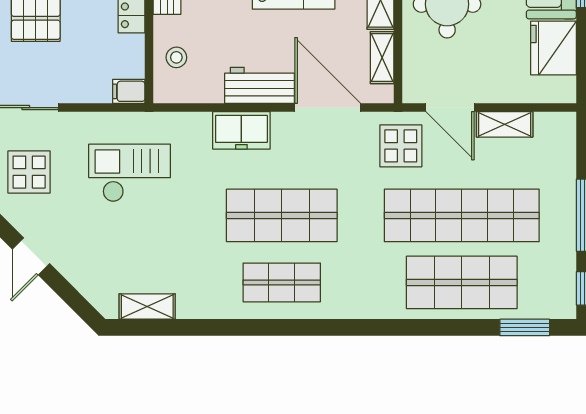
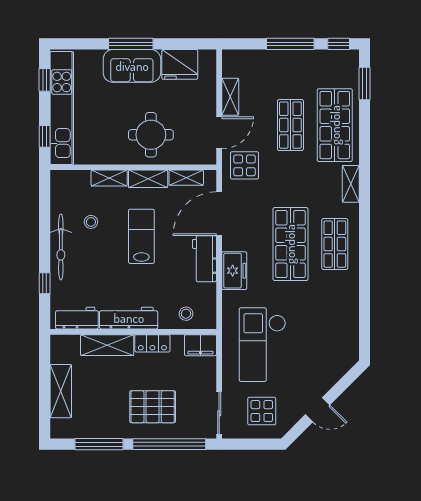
filing cabinet: (129, 91) -> (200, 345), width x2.00
checkout: (130, 173) -> (262, 345), width x1.36, depth x1.21
shop shelf: (462, 215) -> (290, 125), width x0.50, depth x0.74
shelving: (147, 306) -> (351, 184), moved

